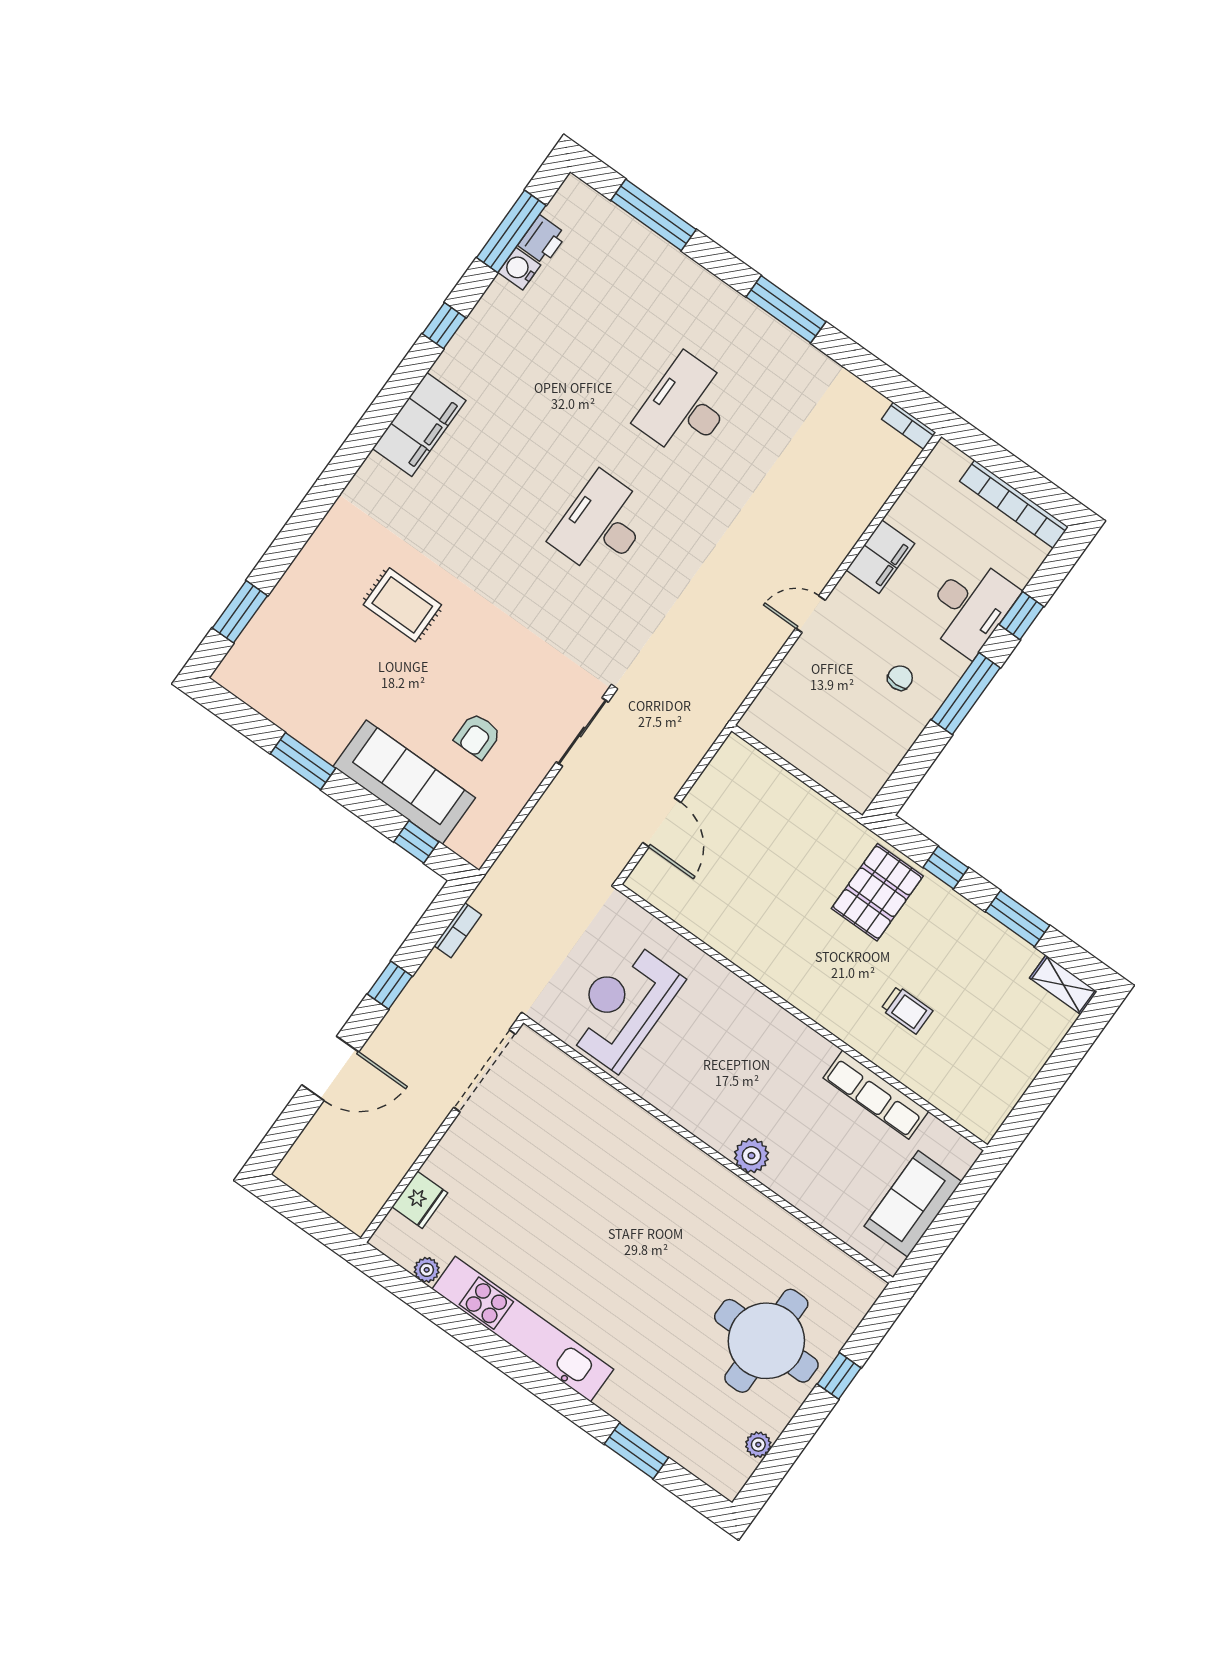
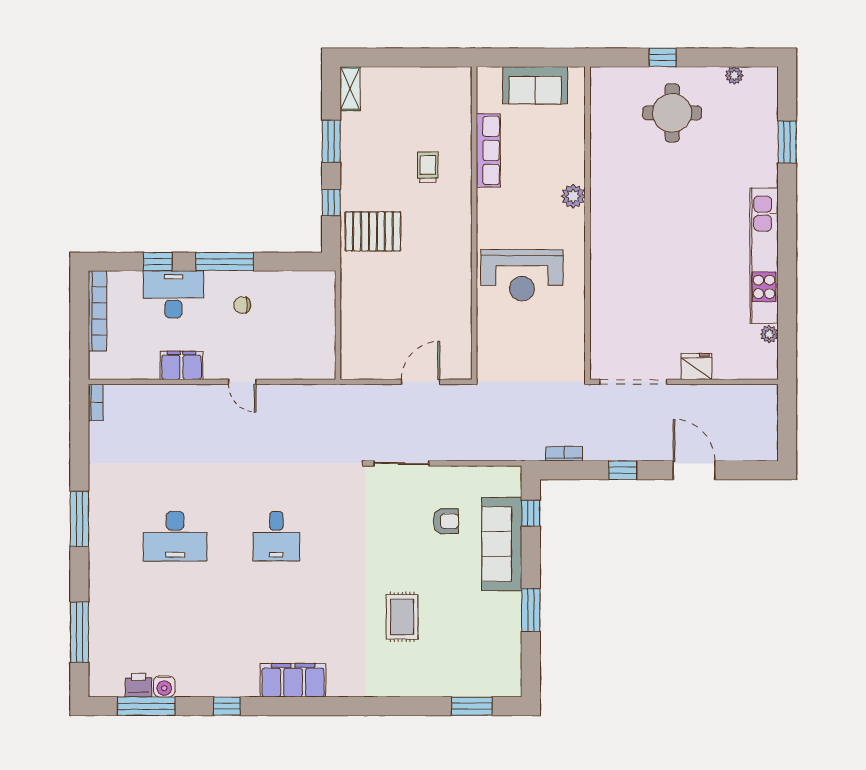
desk: (602, 525) -> (276, 536), width x0.73
reception desk: (623, 1006) -> (522, 275), moved
fridge: (420, 1200) -> (697, 366), moved
round table: (766, 1341) -> (672, 113), width x0.73, depth x0.73

